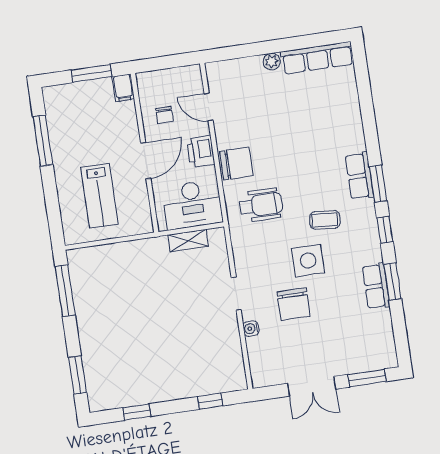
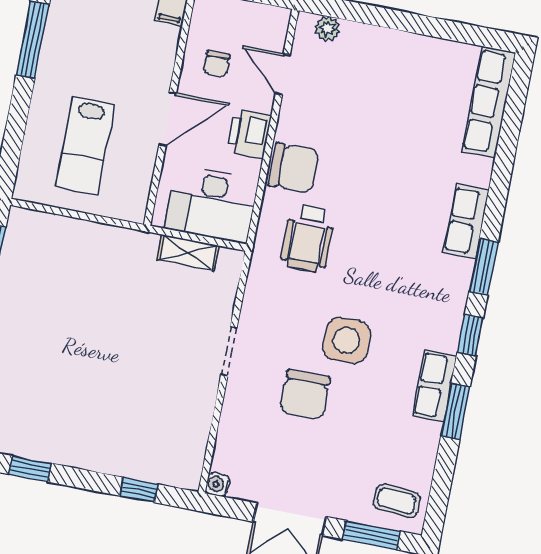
row of seats: (317, 58) -> (489, 102), moved, turned 90
plant: (272, 62) -> (327, 29), moved
row of seats: (359, 176) -> (466, 221), moved
wheelchair: (261, 205) -> (308, 239), turned 90
coffee table: (325, 220) -> (397, 501), moved
row of seats: (376, 286) -> (435, 386), moved
water cooler: (251, 329) -> (218, 485), moved

